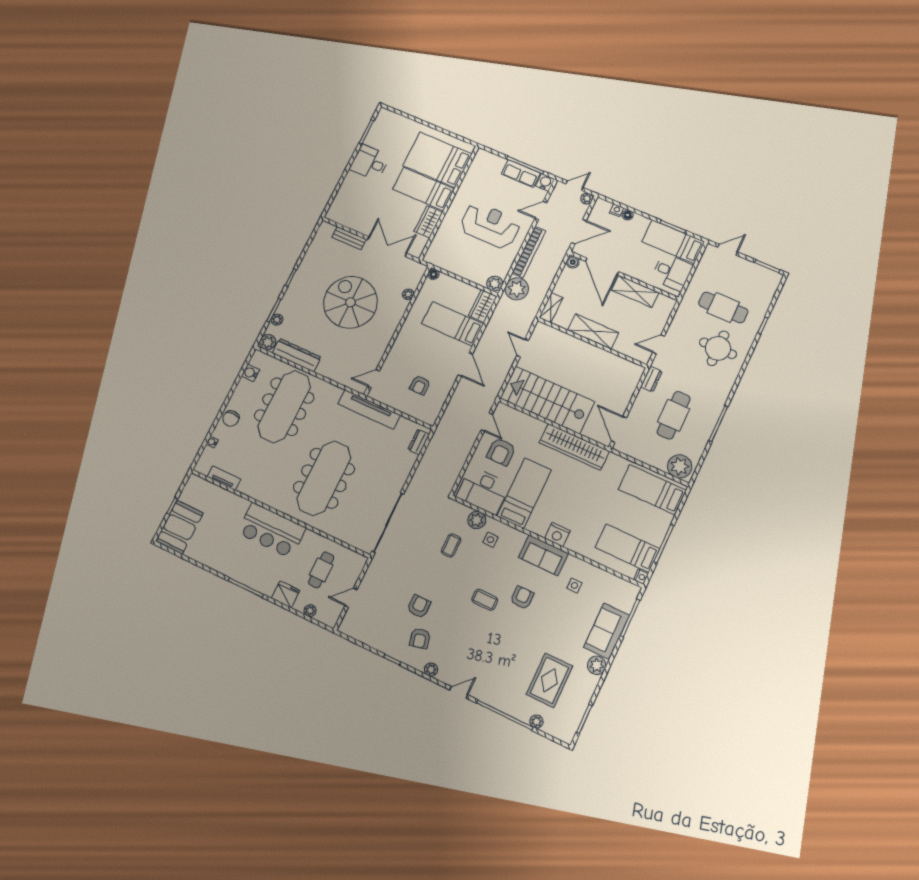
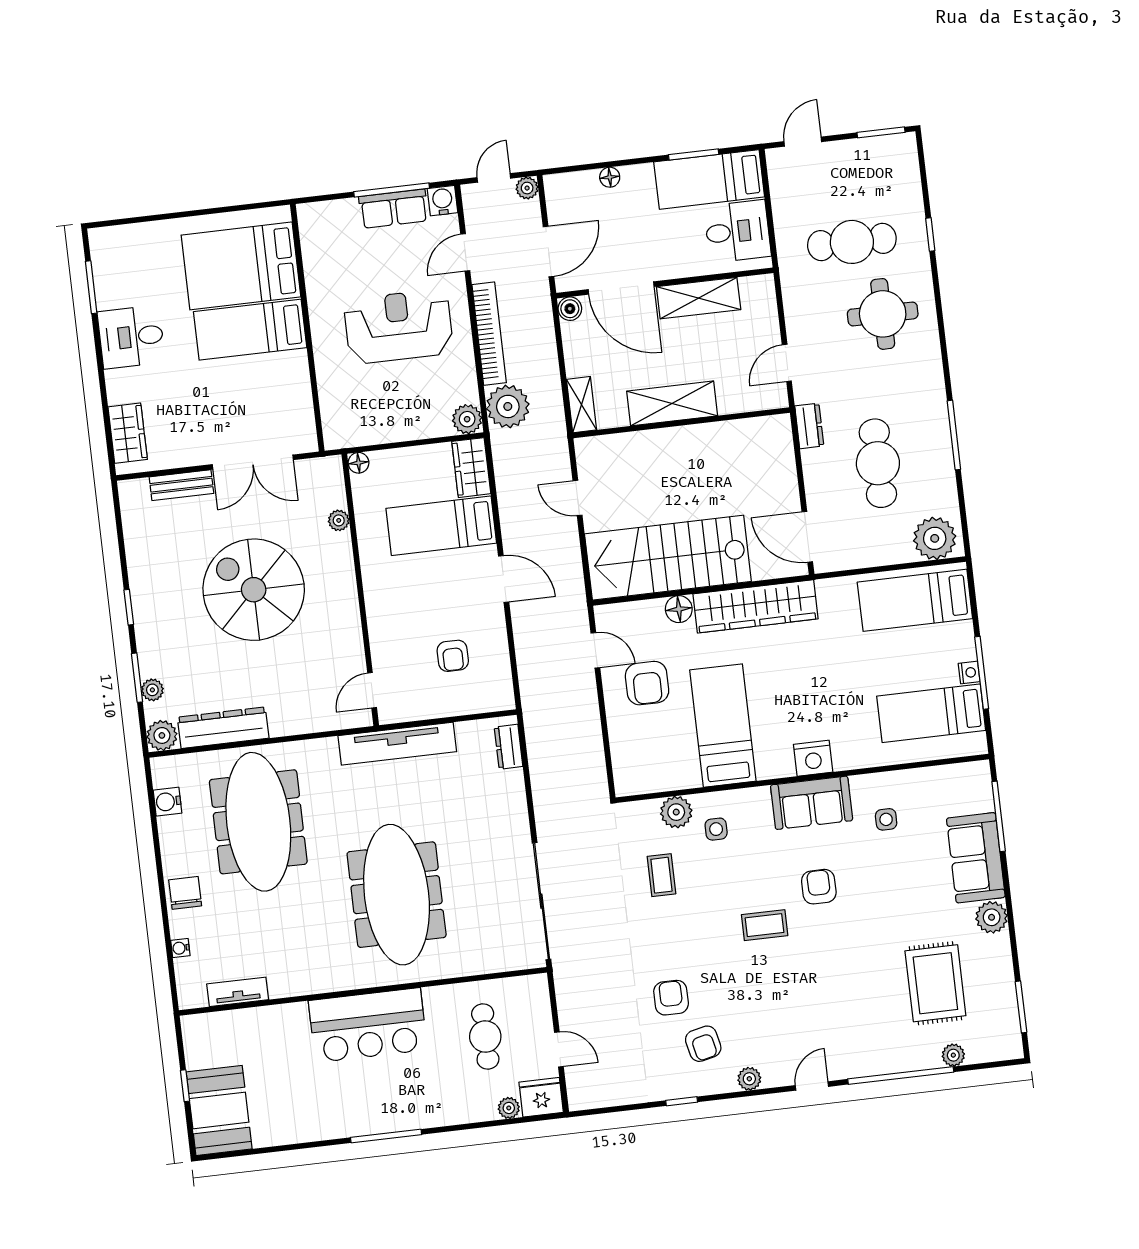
nightstand: (617, 210) -> (587, 180), removed
wardrobe: (428, 222) -> (128, 433), moved, turned 180
double door: (387, 247) -> (253, 462), swing flipped
chair: (231, 418) -> (185, 893), turned 180
floor lamp: (537, 426) -> (679, 609), added
desk: (483, 490) -> (657, 761), removed
nightstand: (641, 577) -> (969, 673), moved
fridge: (286, 594) -> (541, 1097), moved
door: (351, 598) -> (559, 1049), swing flipped

